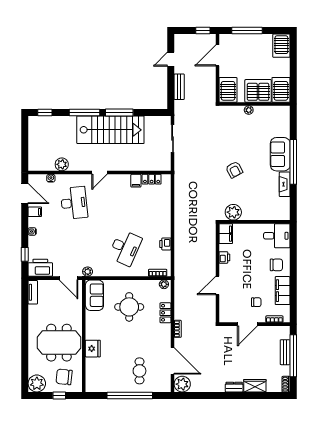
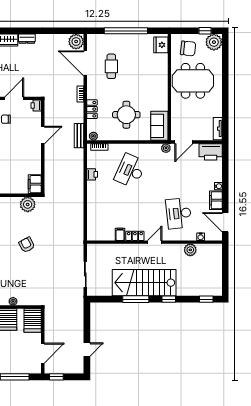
bench: (179, 87) -> (79, 136), moved
window: (84, 112) -> (169, 299), width x0.46
locker: (152, 179) -> (135, 236), moved
filing cabinet: (35, 212) -> (216, 200), width x2.00
window: (25, 254) -> (225, 165), removed
printer: (224, 257) -> (36, 105), moved
door: (68, 278) -> (184, 142), swing flipped
fridge: (93, 349) -> (161, 45), moved
cafe table: (139, 371) -> (111, 66), moved
window: (59, 395) -> (205, 31), moved

